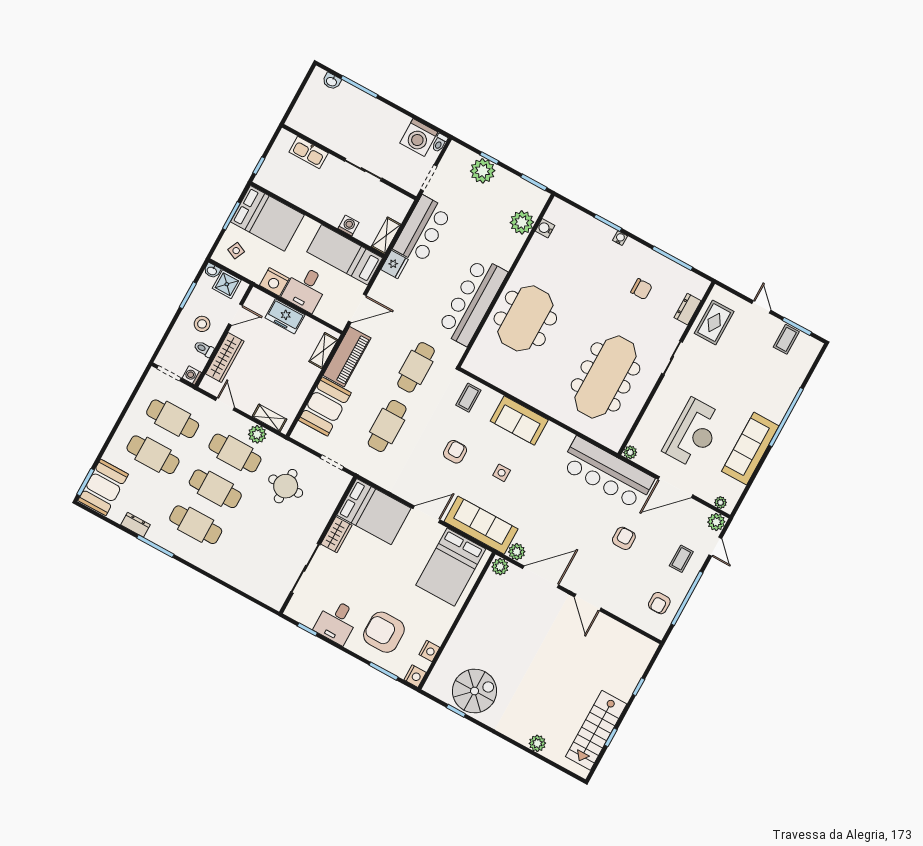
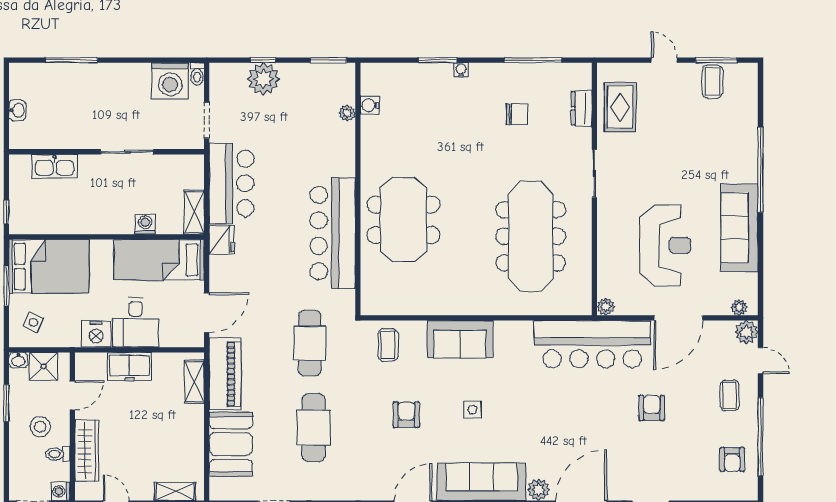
washbasin: (332, 81) -> (17, 110), moved, turned -90
plant: (522, 222) -> (347, 113), width x0.53, depth x0.53

